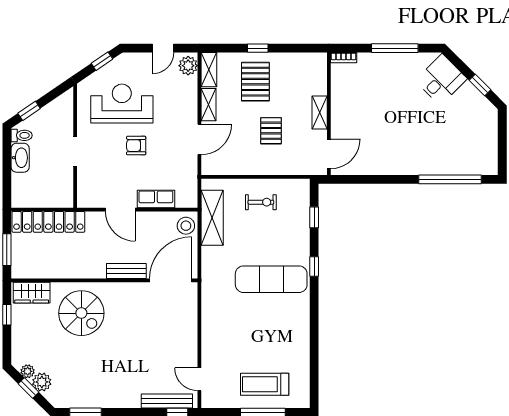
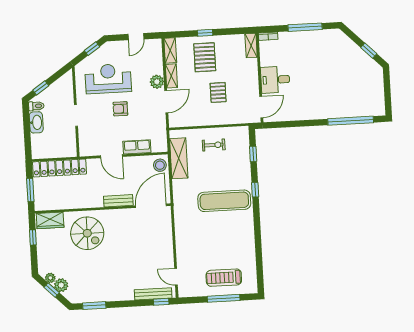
plant: (188, 66) -> (157, 82), moved
desk: (441, 80) -> (275, 80), moved, turned -135
shelving: (320, 113) -> (251, 46), moved

